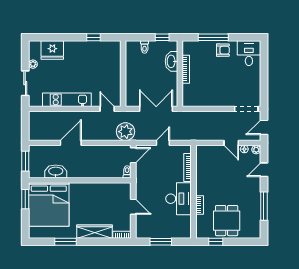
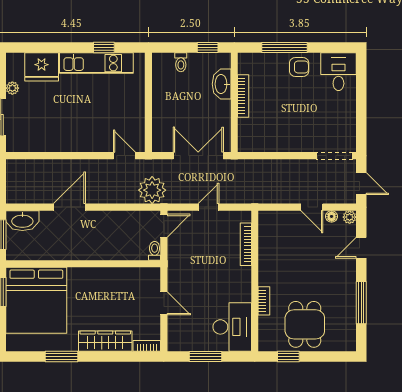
kitchen unit: (67, 100) -> (96, 63), moved, turned 180
door: (264, 127) -> (361, 184), swing flipped
washbasin: (56, 172) -> (22, 221), moved, turned 180
desk: (179, 199) -> (232, 327), moved

